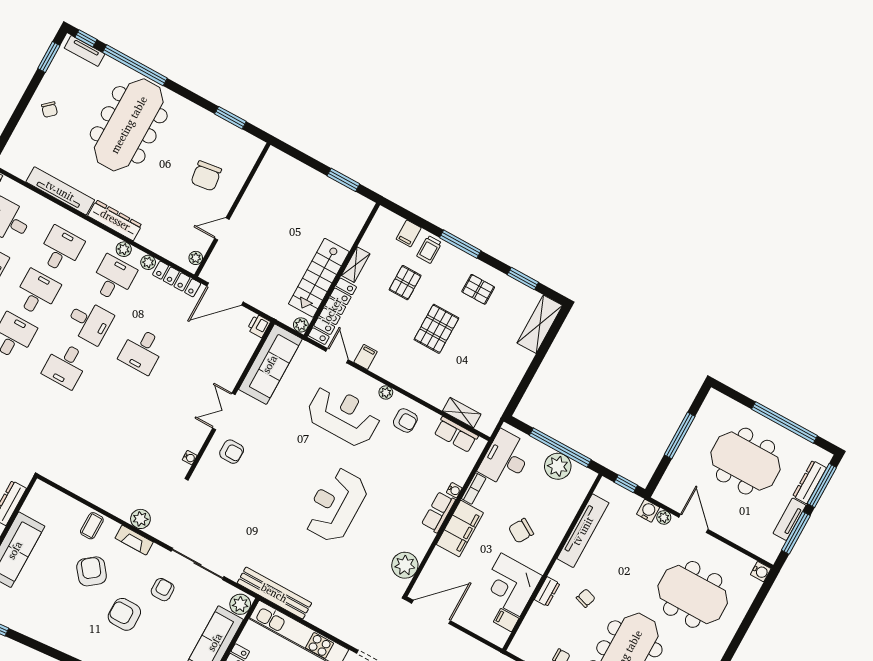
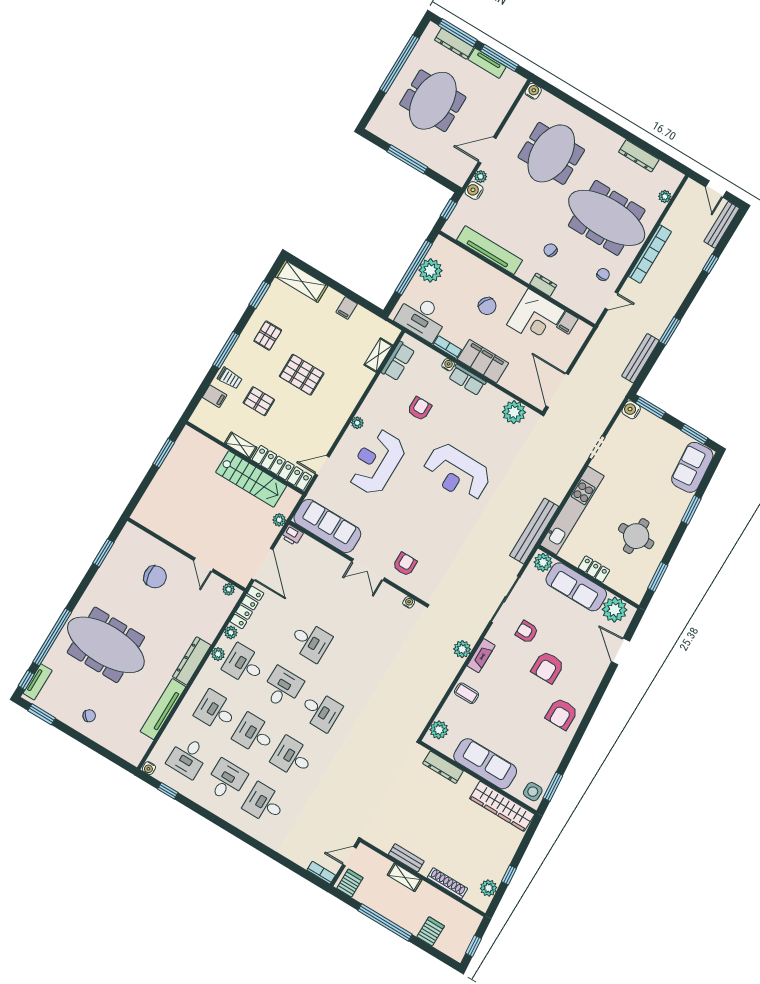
plant: (301, 325) -> (279, 520), moved
filing cabinet: (366, 357) -> (347, 308), moved, turned -90
armchair: (405, 420) -> (420, 409), moved
plant: (50, 497) -> (439, 730), added
armchair: (92, 571) -> (562, 714), moved, turned -52

